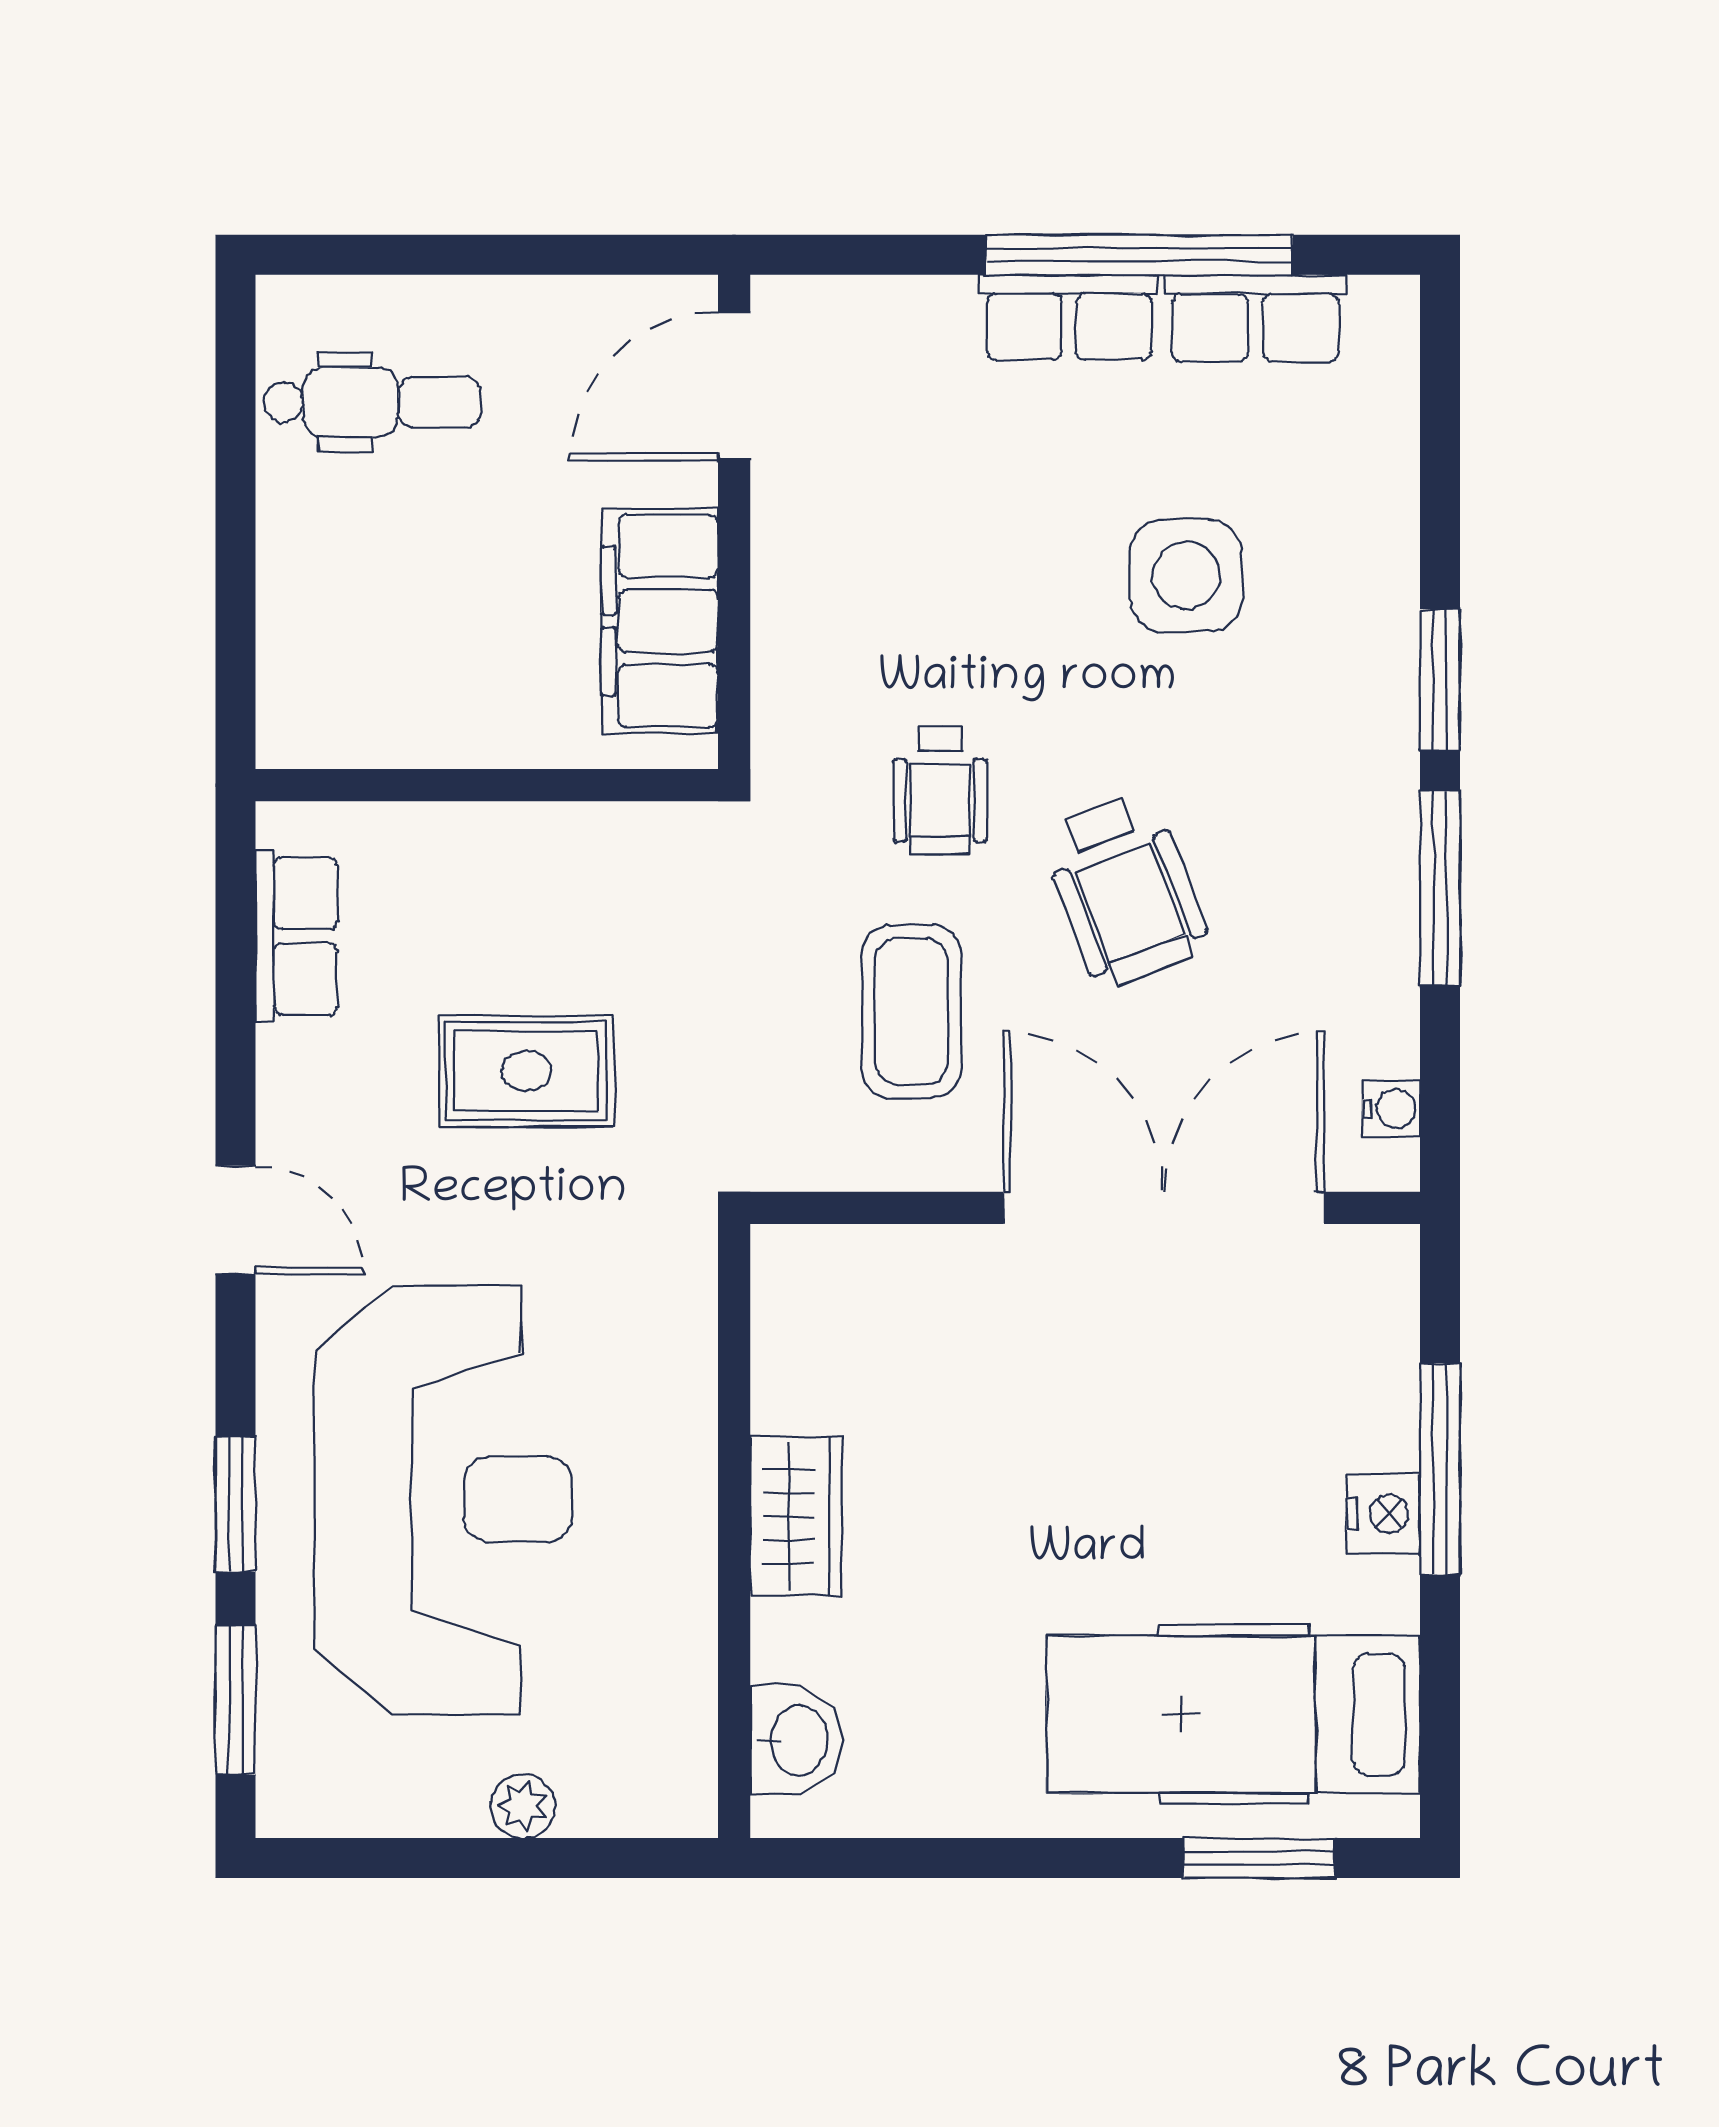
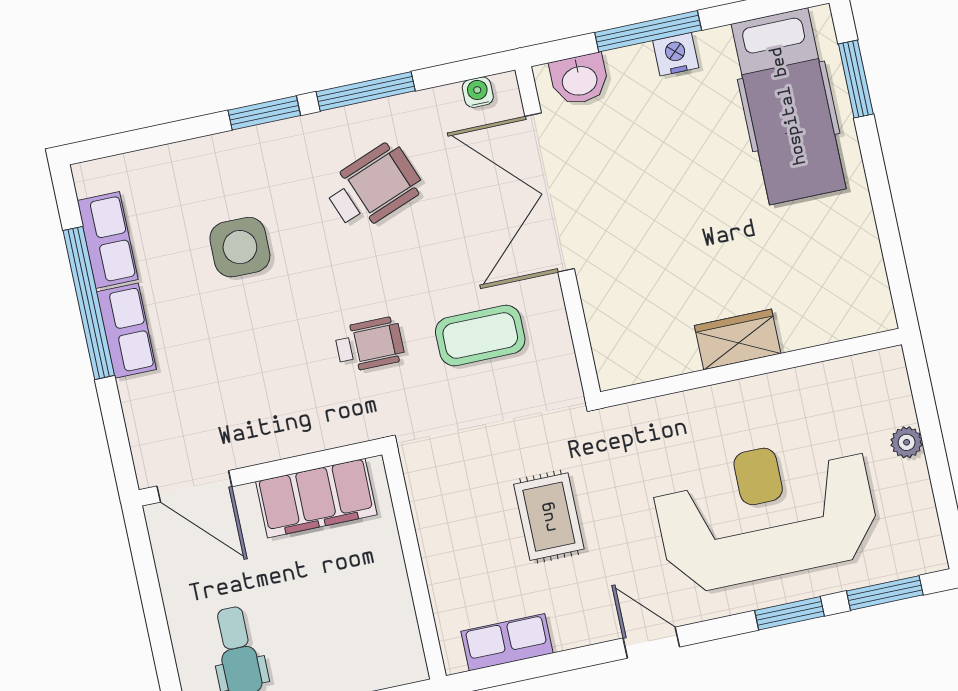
wheelchair: (1125, 890) -> (374, 187), moved
door: (236, 1220) -> (651, 643), hinge flipped
washbasin: (796, 1740) -> (579, 79), moved, turned 180

